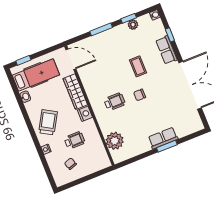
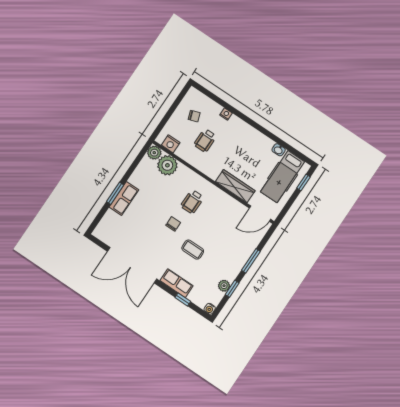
nightstand: (85, 114) -> (171, 144), moved
trolley: (48, 122) -> (241, 140), removed
plant: (118, 157) -> (154, 153), added

